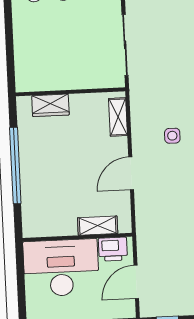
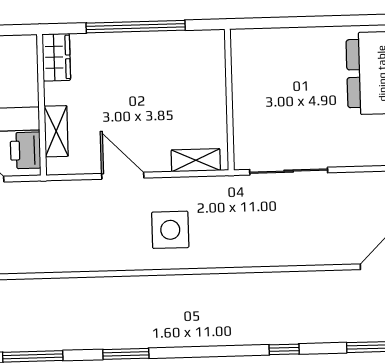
wardrobe: (50, 105) -> (56, 57), moved, turned 180
side table: (172, 136) -> (170, 230), width x1.87, depth x1.87

